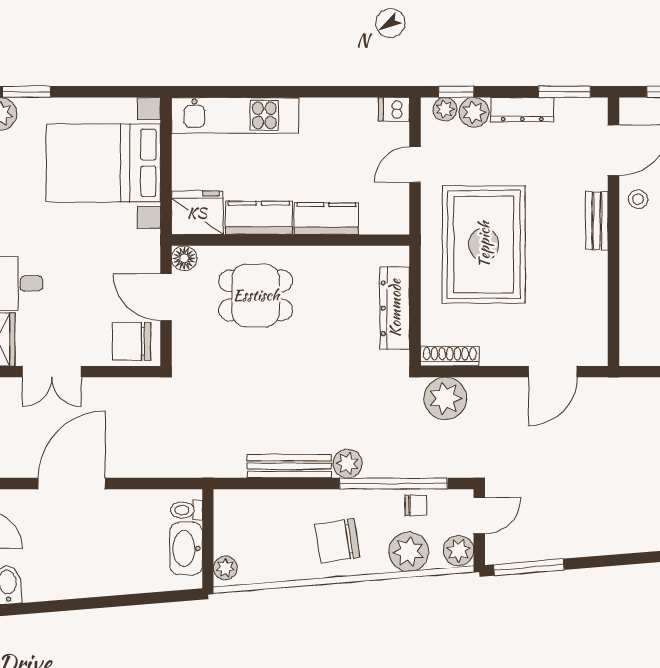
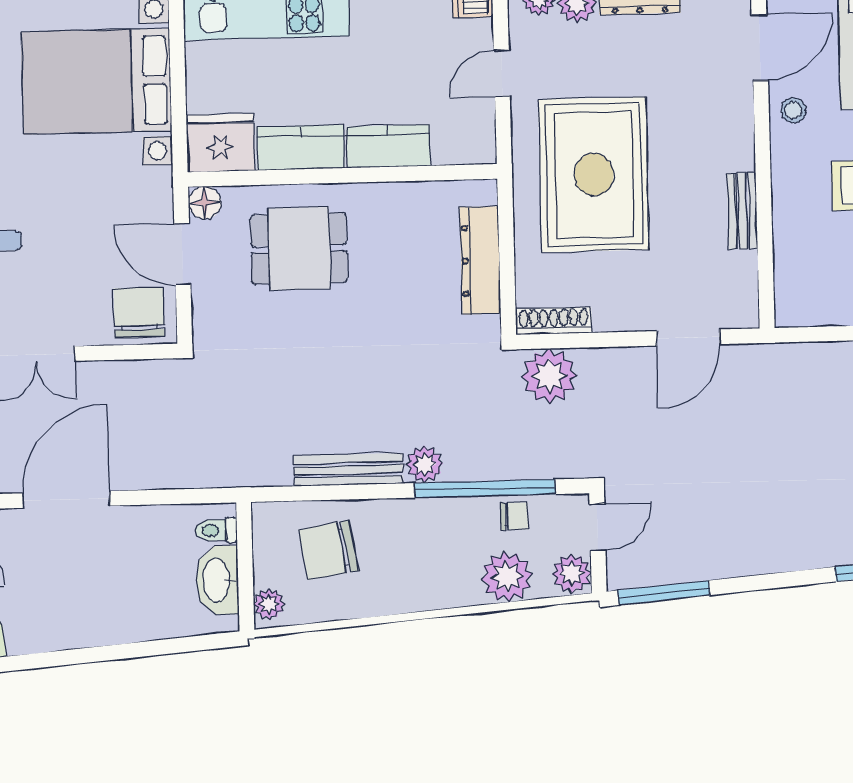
bench: (597, 221) -> (742, 211), moved
chair: (131, 341) -> (139, 313), turned 90
chair: (337, 541) -> (329, 550), moved

